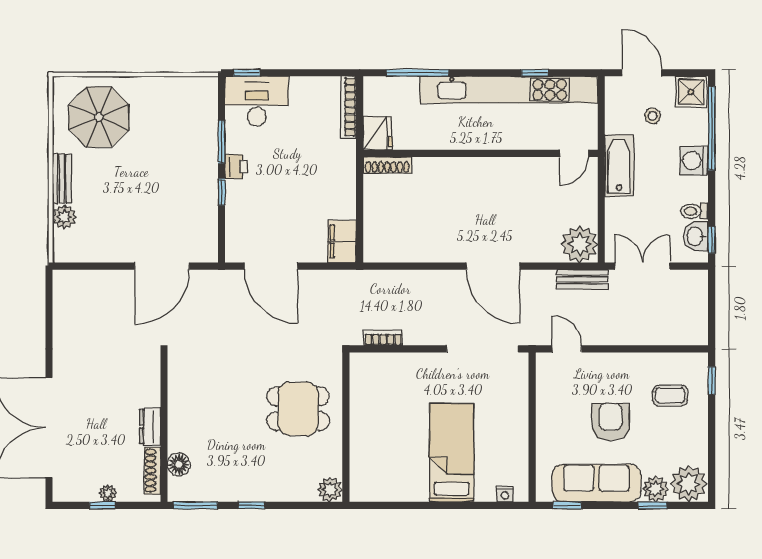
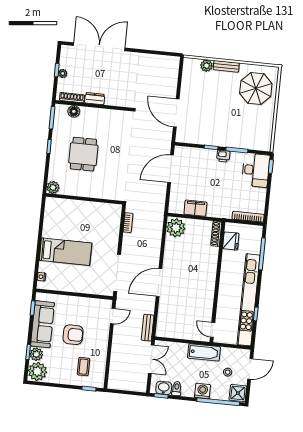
fridge: (377, 133) -> (231, 241), moved, turned -90
filing cabinet: (342, 241) -> (195, 208), moved
plant: (579, 244) -> (176, 228), moved
dining table: (298, 409) -> (83, 154), moved

